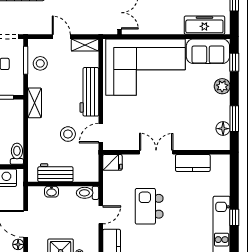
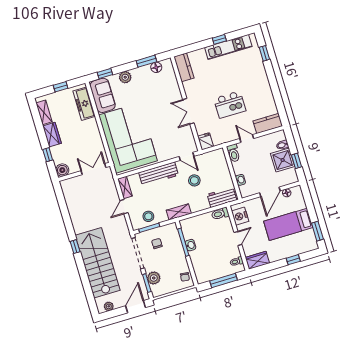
kitchen counter: (193, 163) -> (184, 67), moved
workbench: (55, 173) -> (222, 197), moved, turned 90

